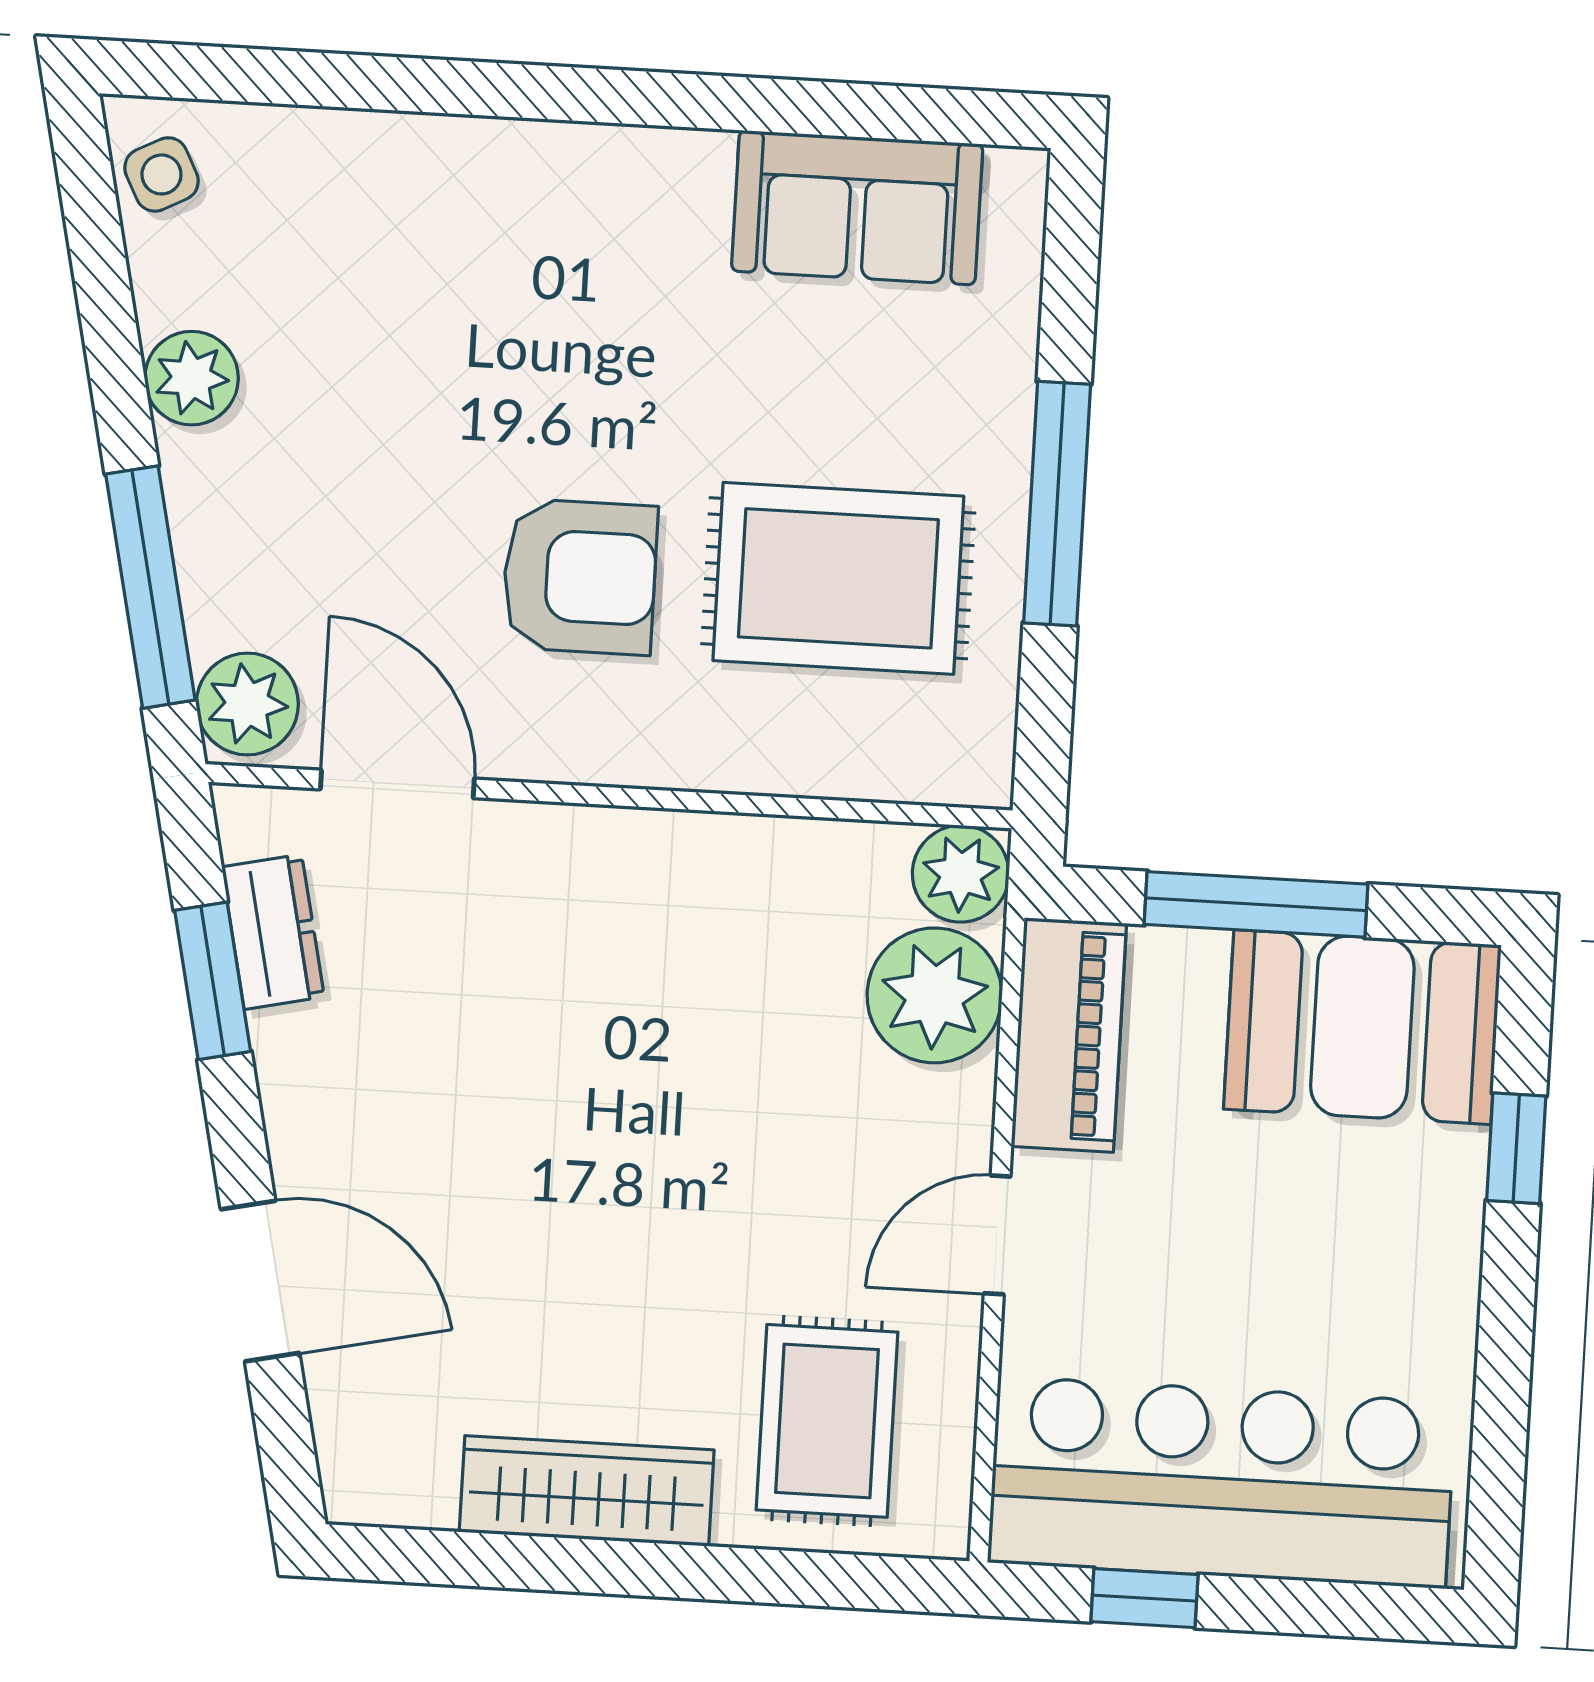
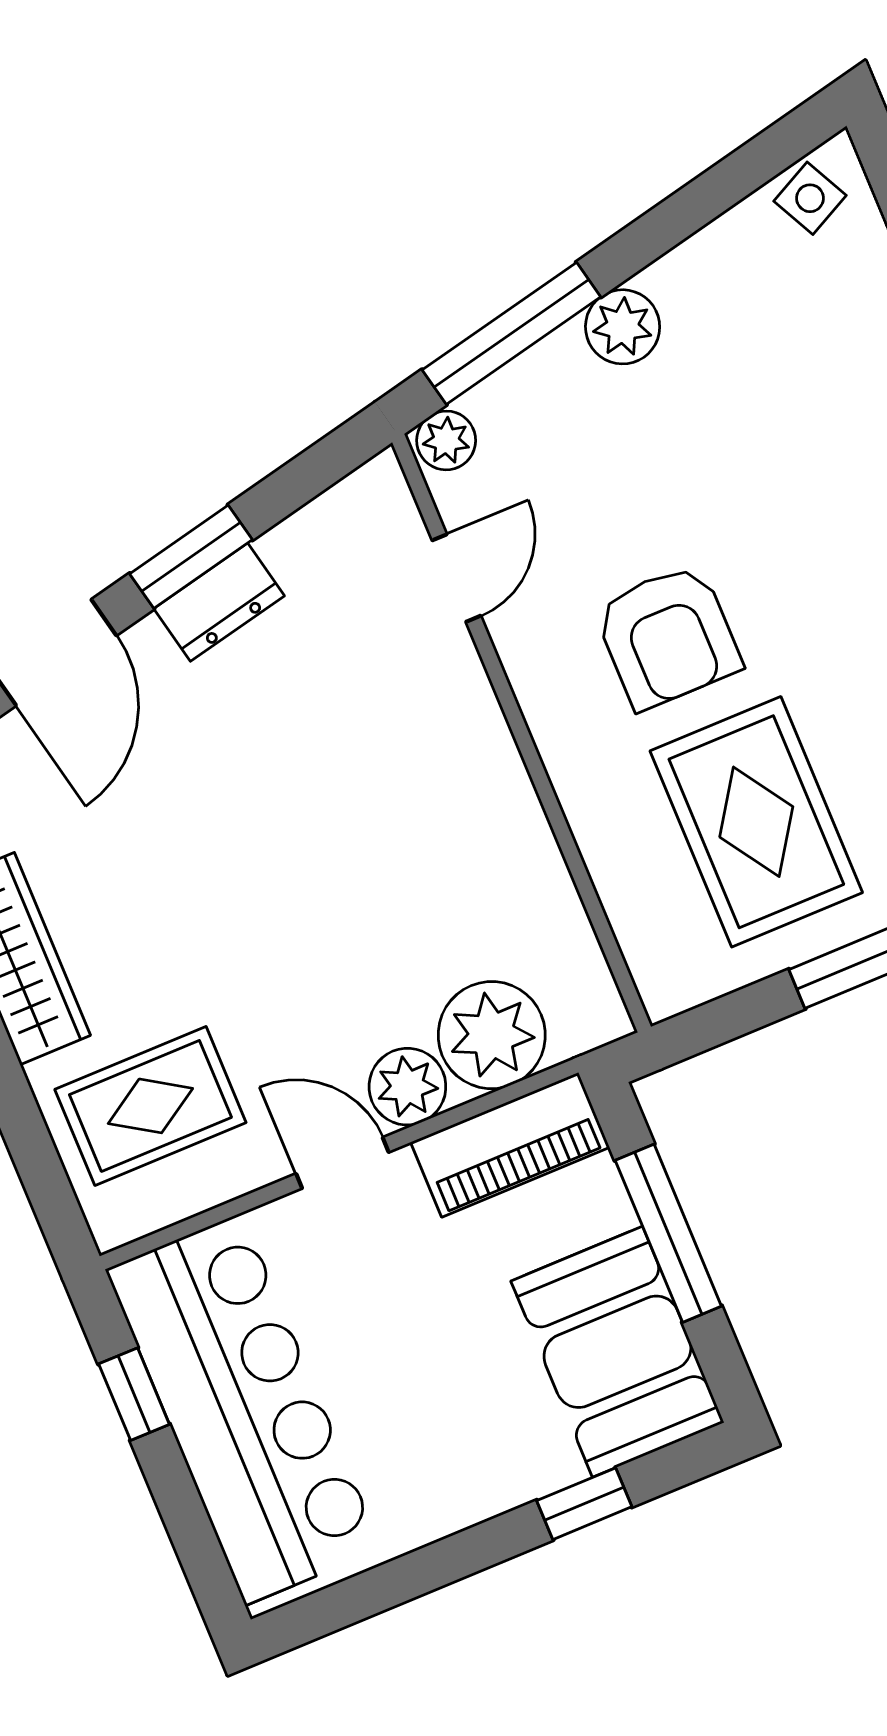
plant: (192, 378) -> (623, 327), moved
plant: (247, 704) -> (446, 440), width x0.73, depth x0.73
door: (397, 784) -> (456, 578), width x0.73
plant: (961, 874) -> (407, 1087), moved
dresser: (273, 932) -> (219, 602), moved
window: (213, 981) -> (191, 557), moved

